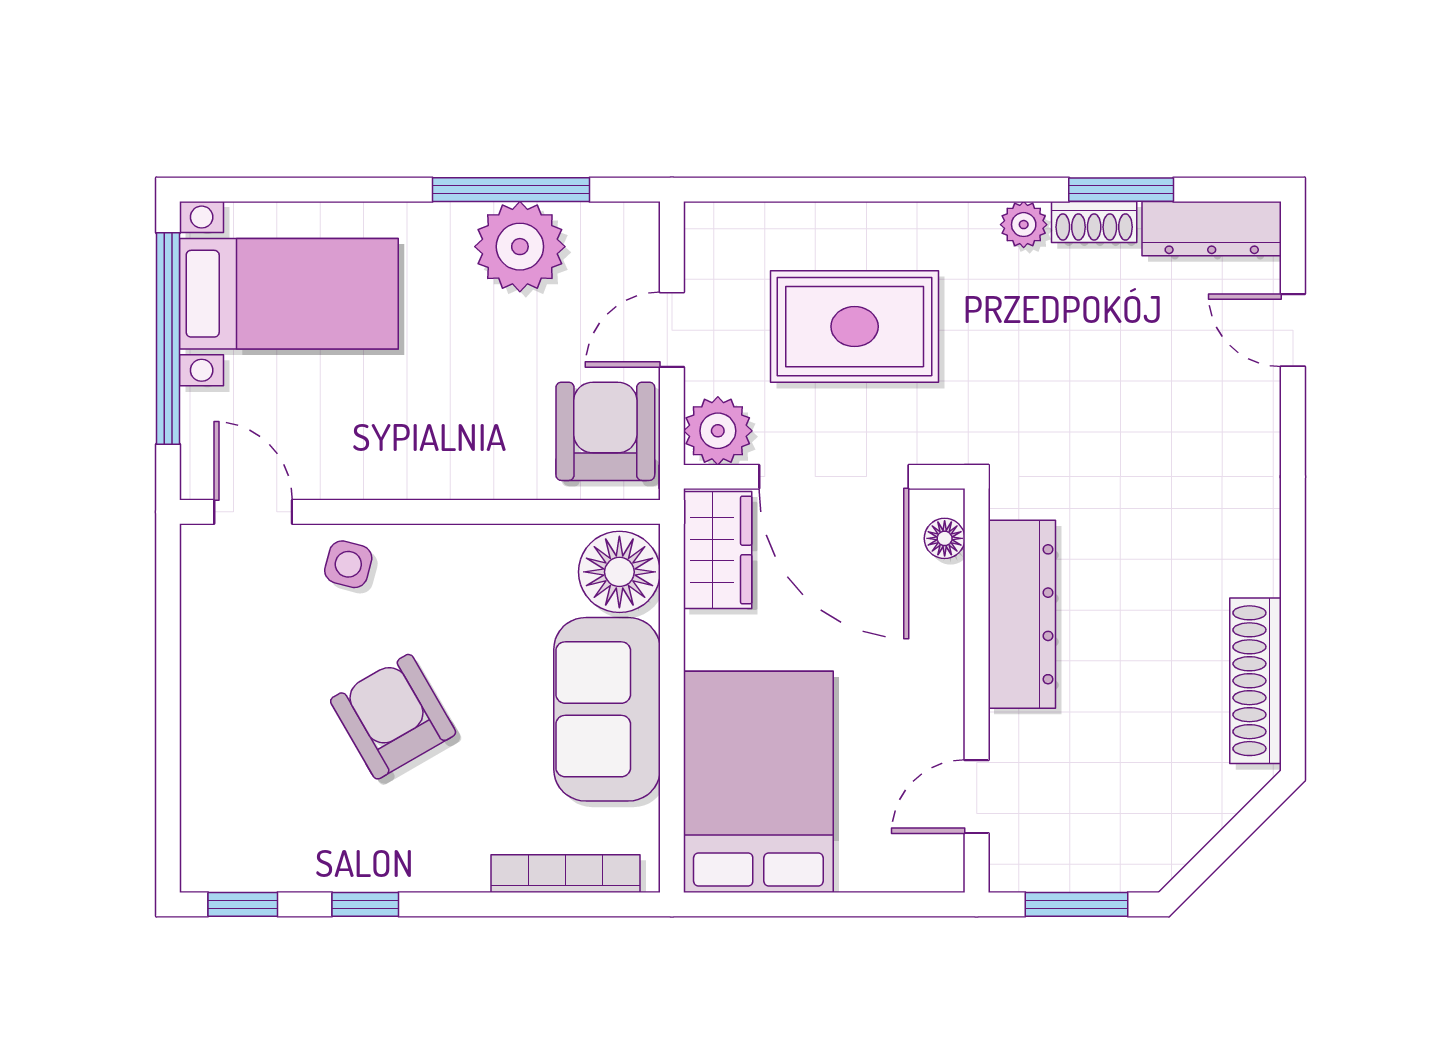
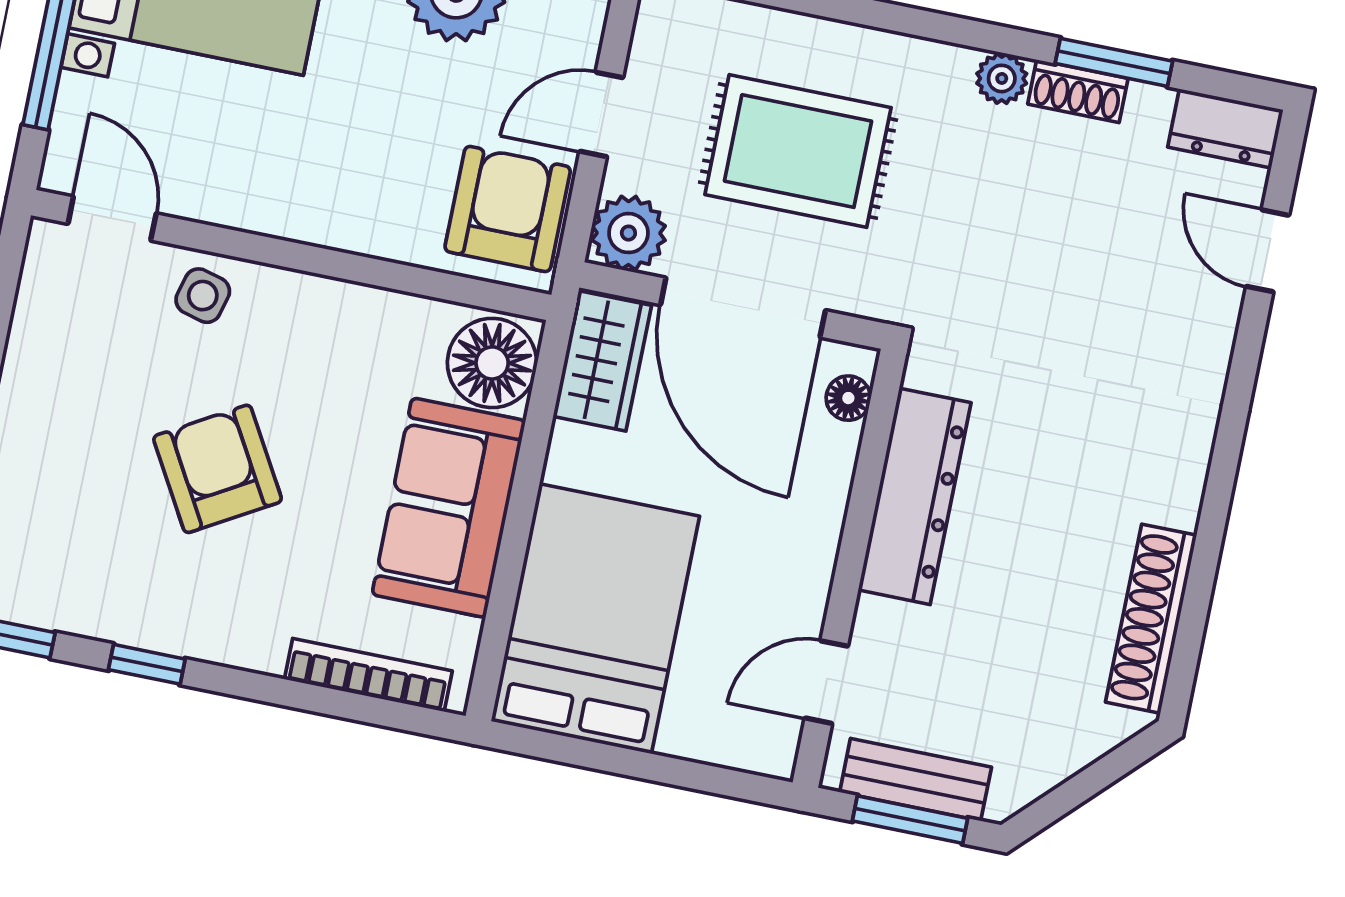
dresser: (1212, 229) -> (1225, 128), width x0.70
bench: (1074, 868) -> (916, 780), added

